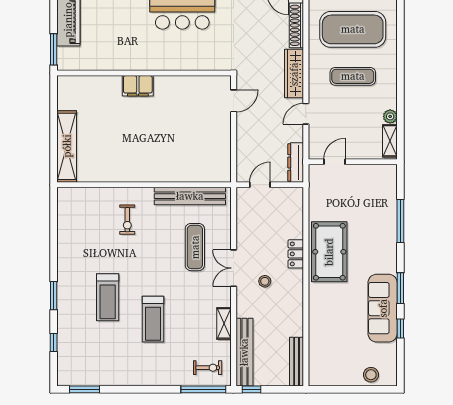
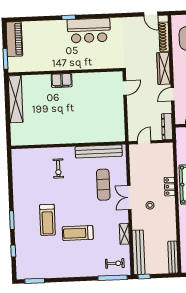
shelving: (67, 146) -> (16, 99), moved
treadmill: (153, 319) -> (78, 233), turned 90

